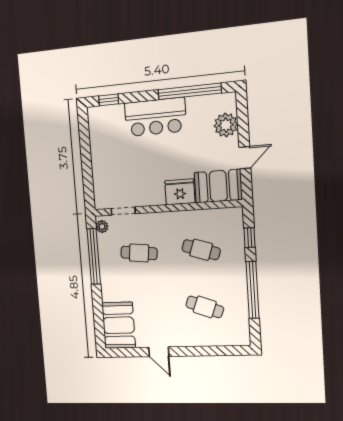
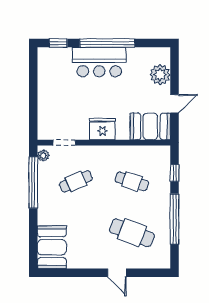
window: (190, 91) -> (107, 43), moved
fridge: (180, 192) -> (102, 129), moved
cafe table: (139, 253) -> (76, 181), turned -30
cafe table: (205, 307) -> (132, 233), width x1.37, depth x1.35
door: (159, 352) -> (117, 273), moved

